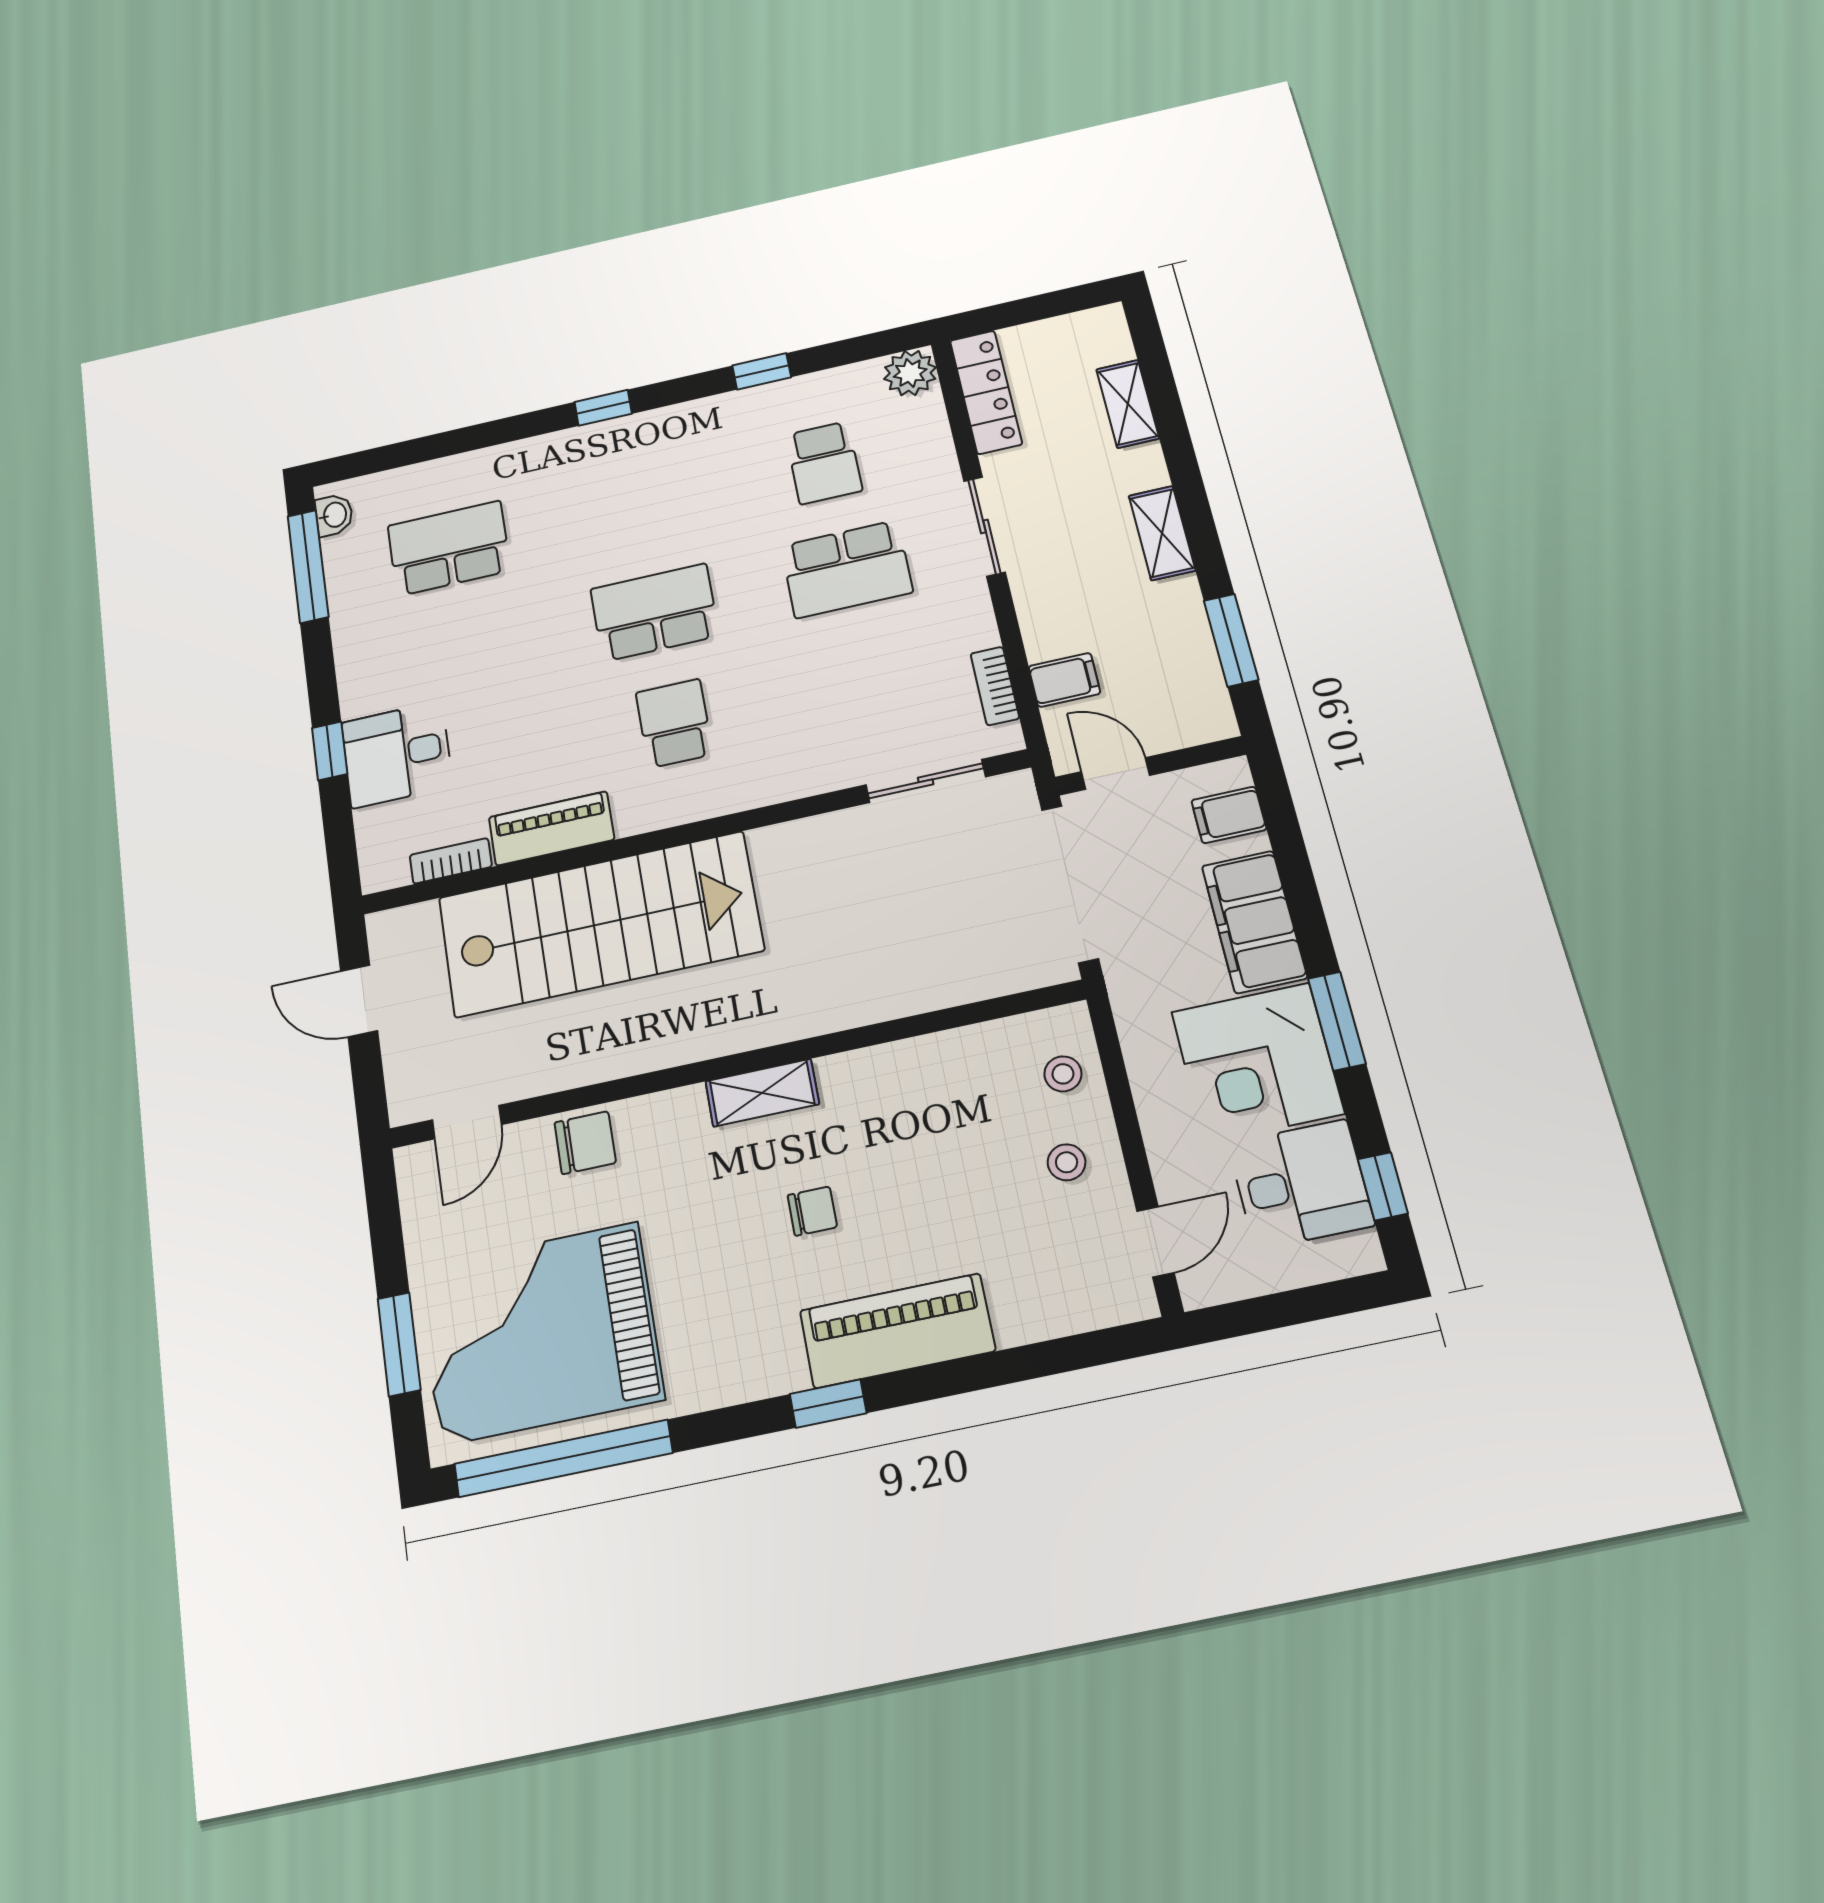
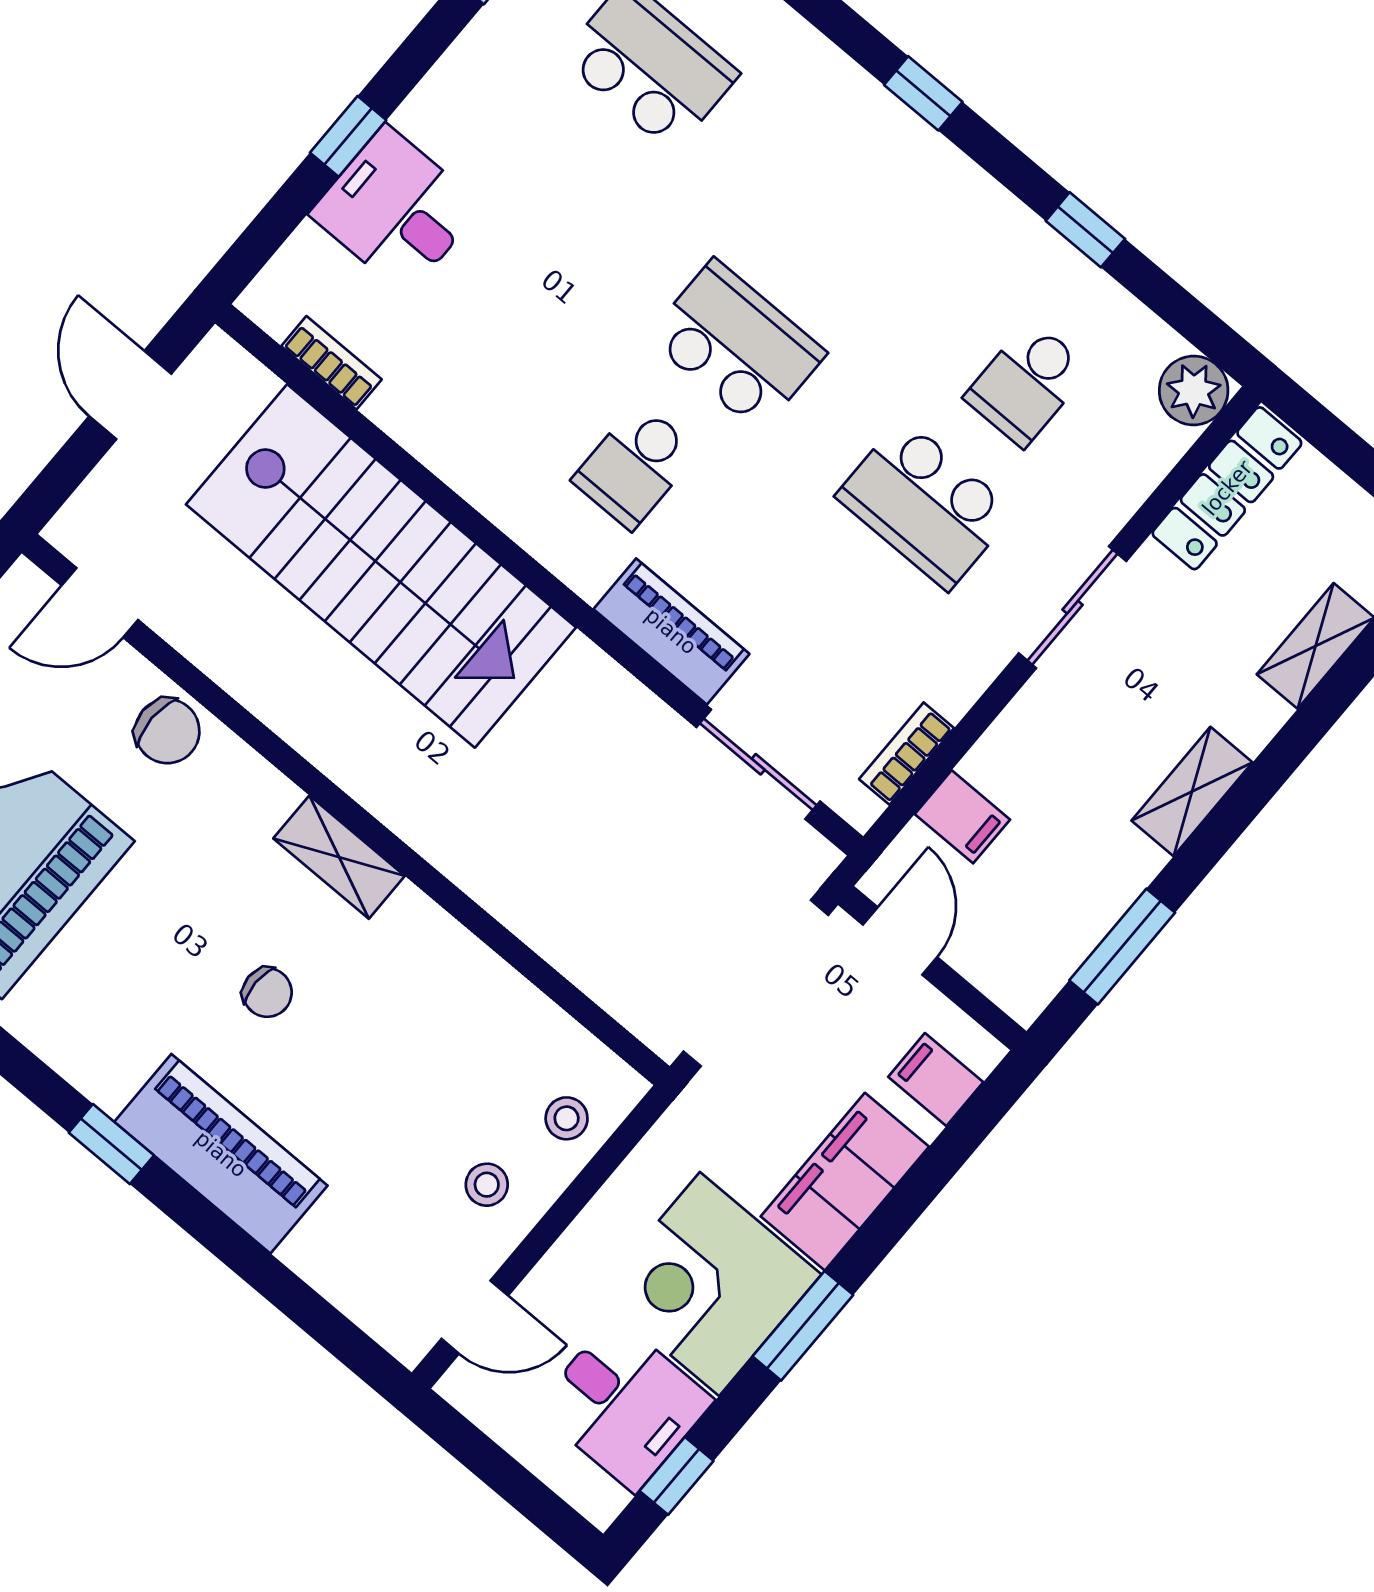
school desk: (674, 723) -> (635, 466), turned 180
piano: (552, 828) -> (671, 631), moved

